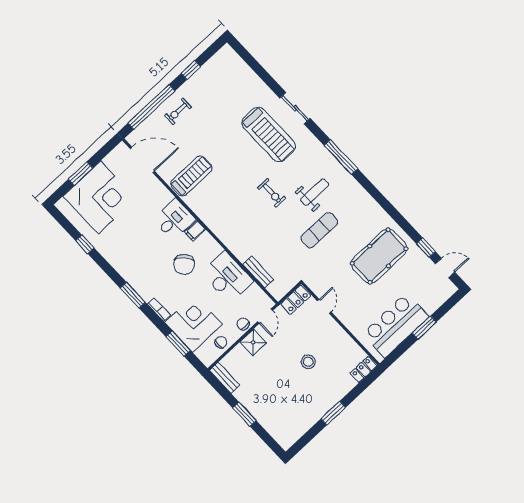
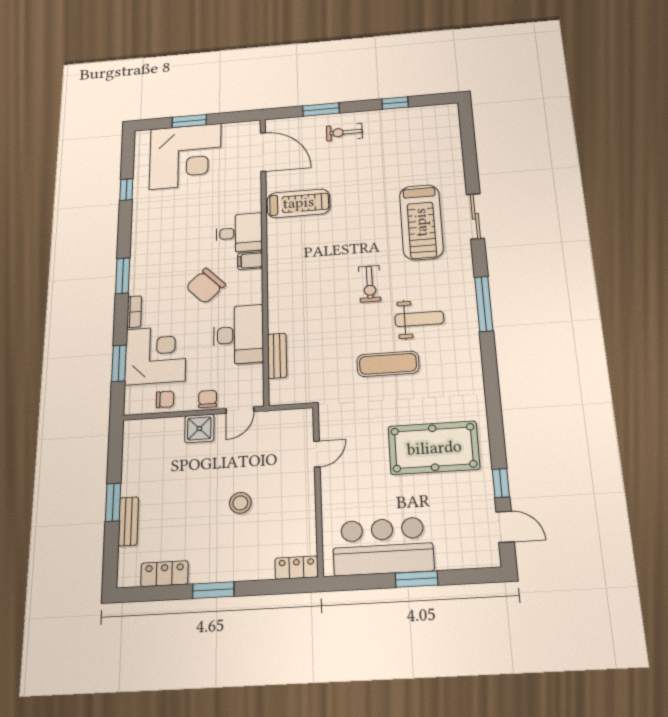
window: (152, 107) -> (321, 109), width x0.47
locker: (296, 300) -> (164, 574), moved, turned 180
bench: (225, 378) -> (128, 521), moved

